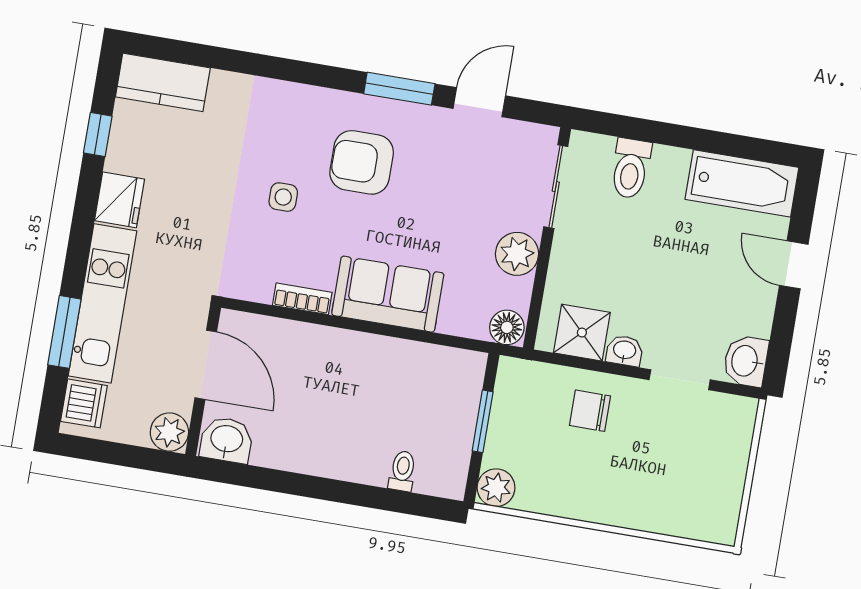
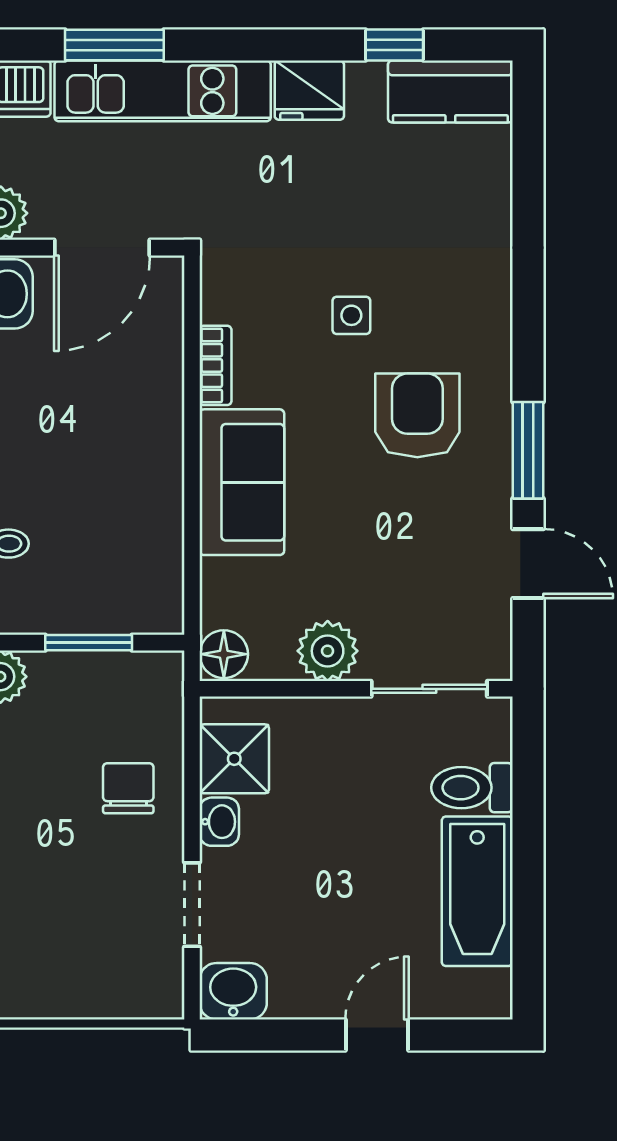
kitchen counter: (163, 82) -> (450, 92), moved, turned -90
bathtub: (742, 183) -> (477, 891), moved

